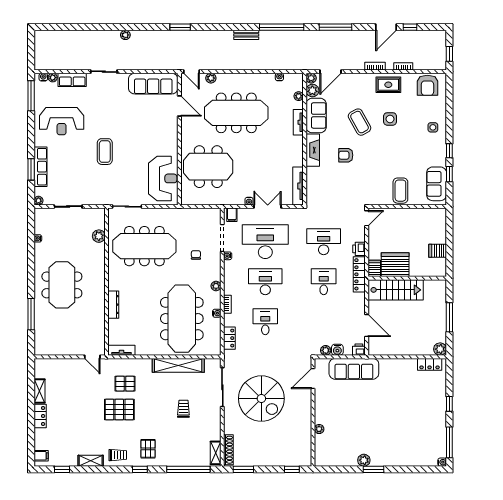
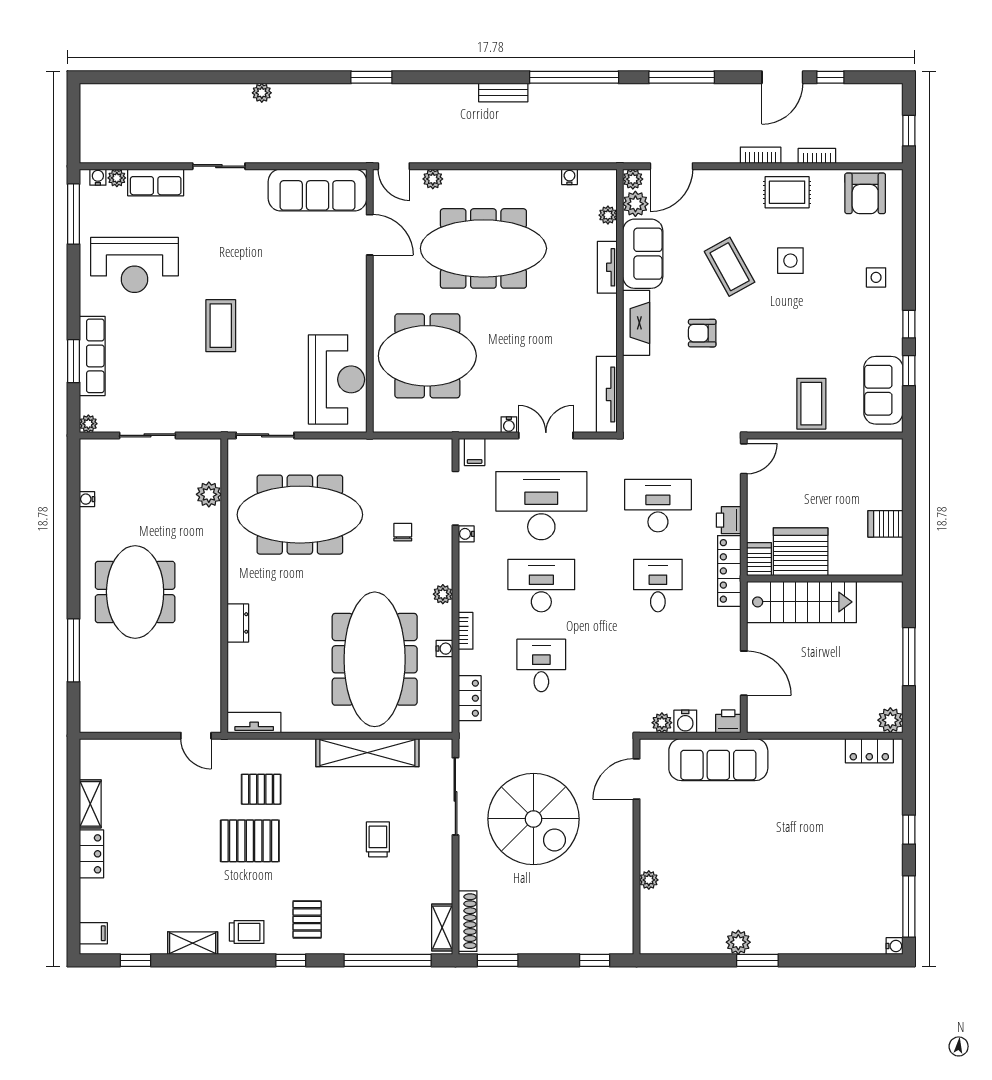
dresser: (113, 305) -> (238, 623), width x0.70

